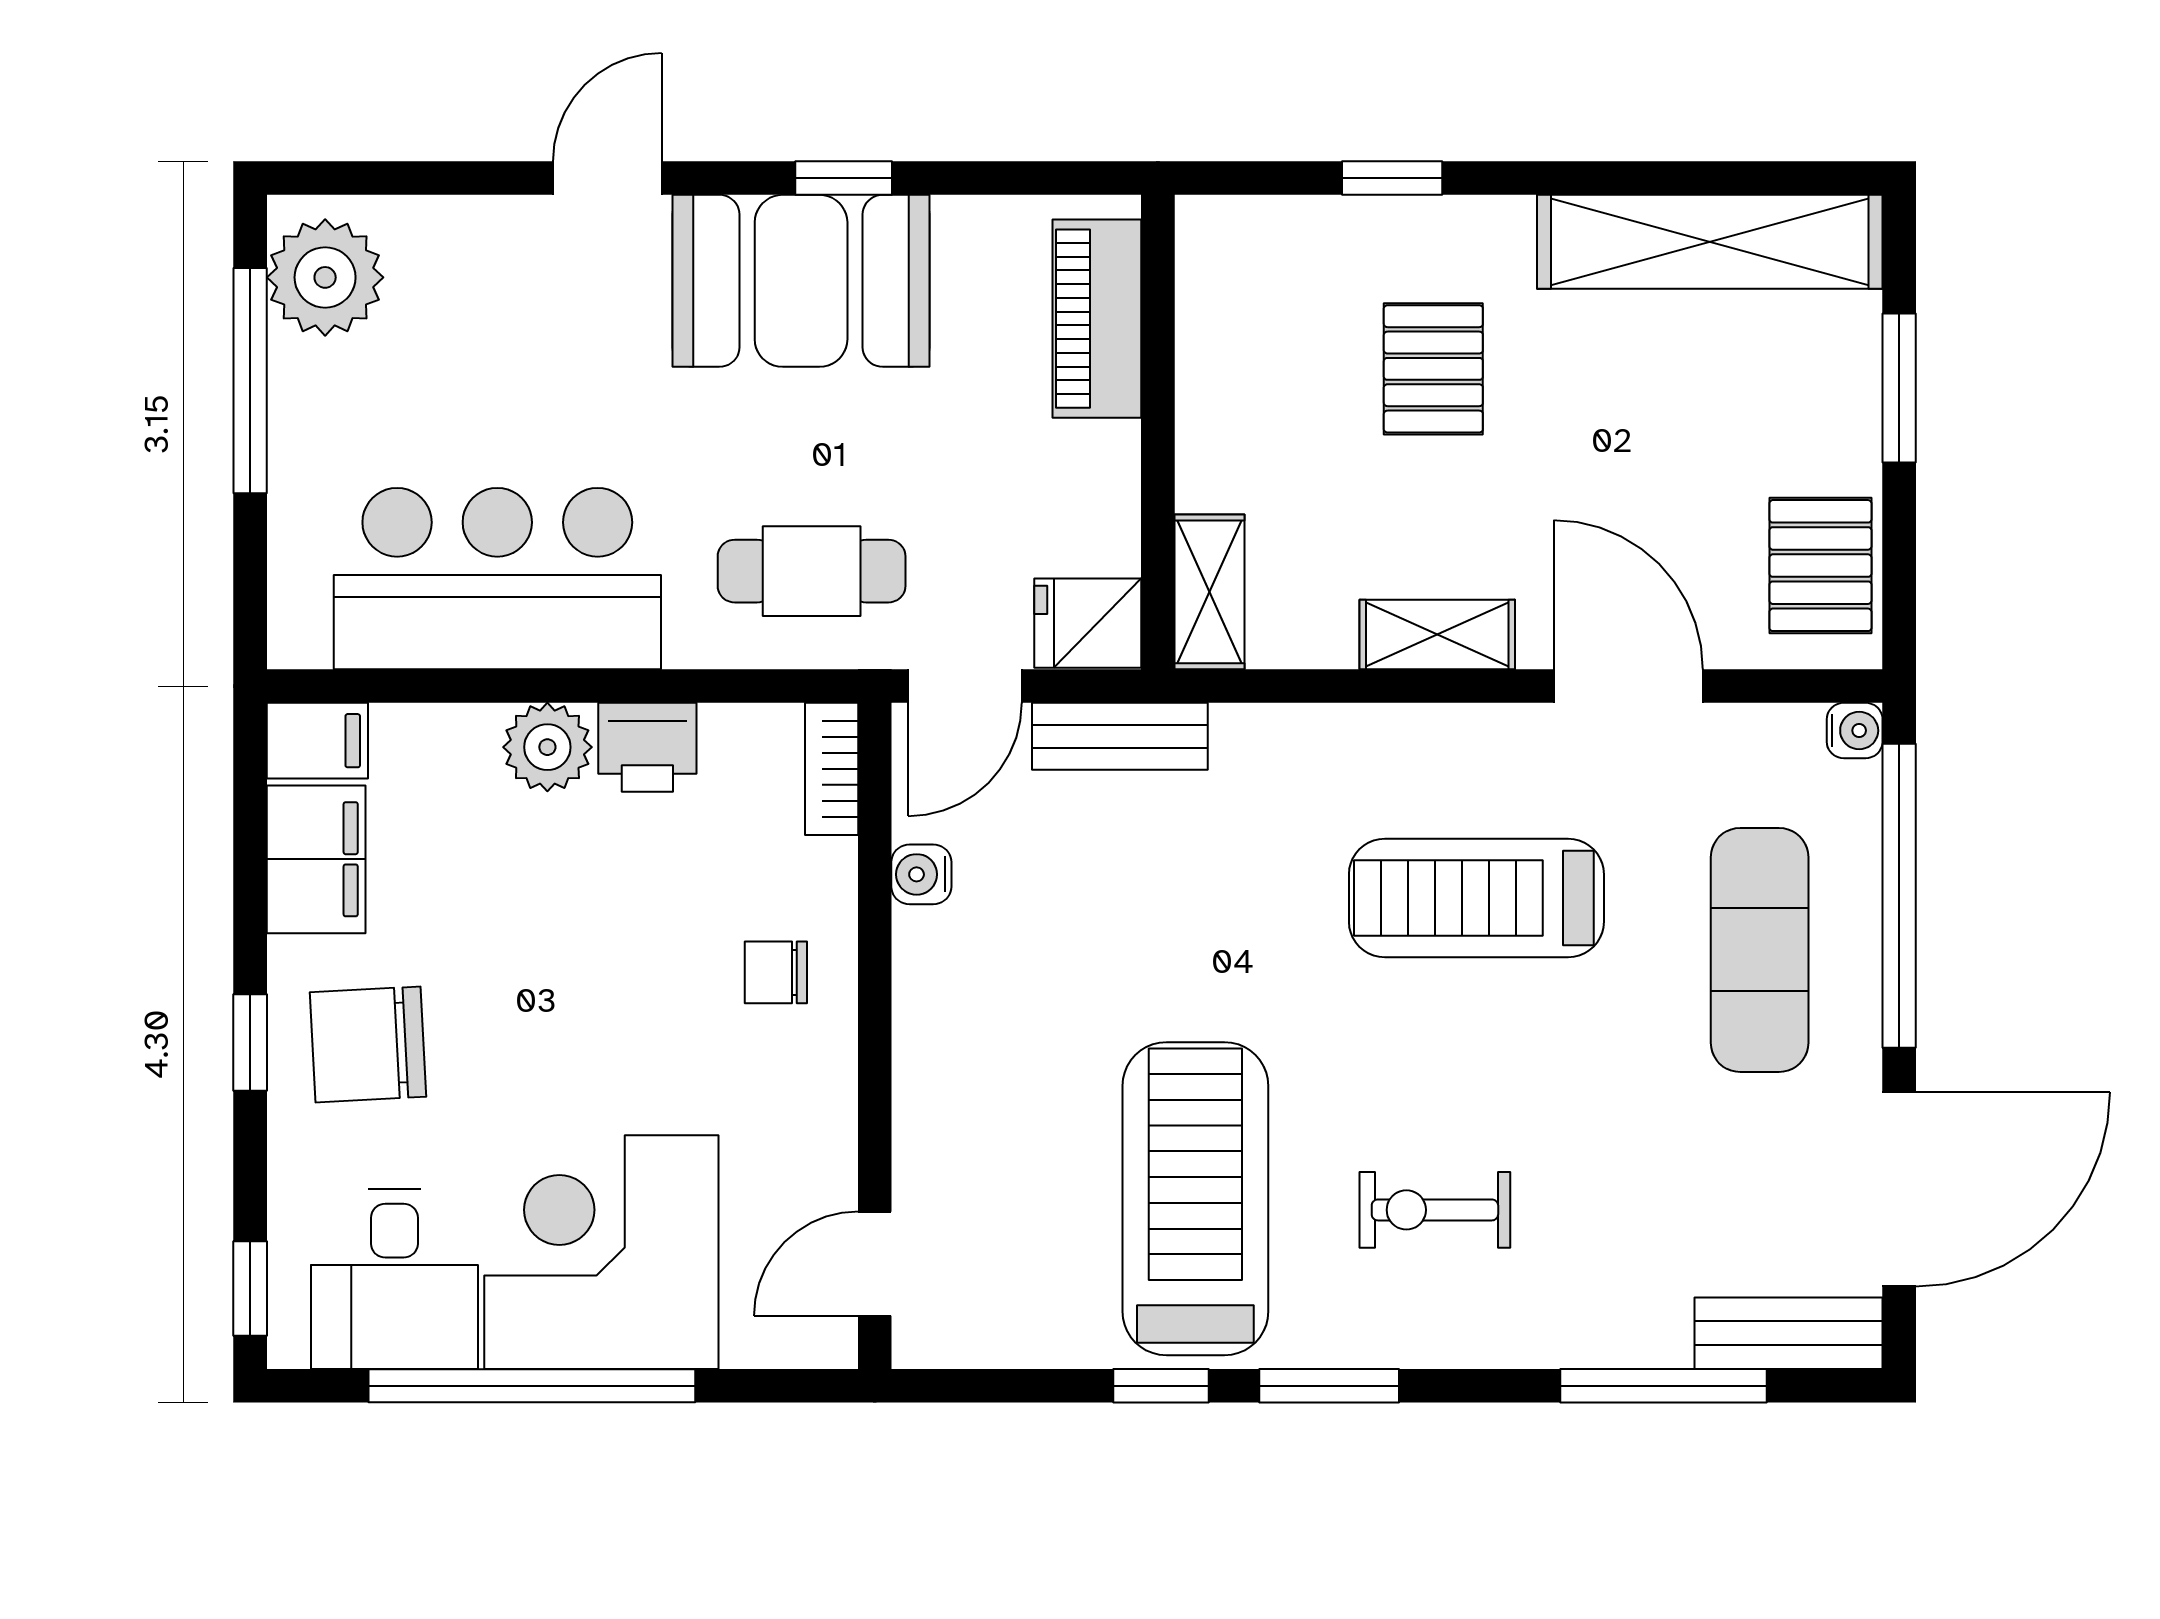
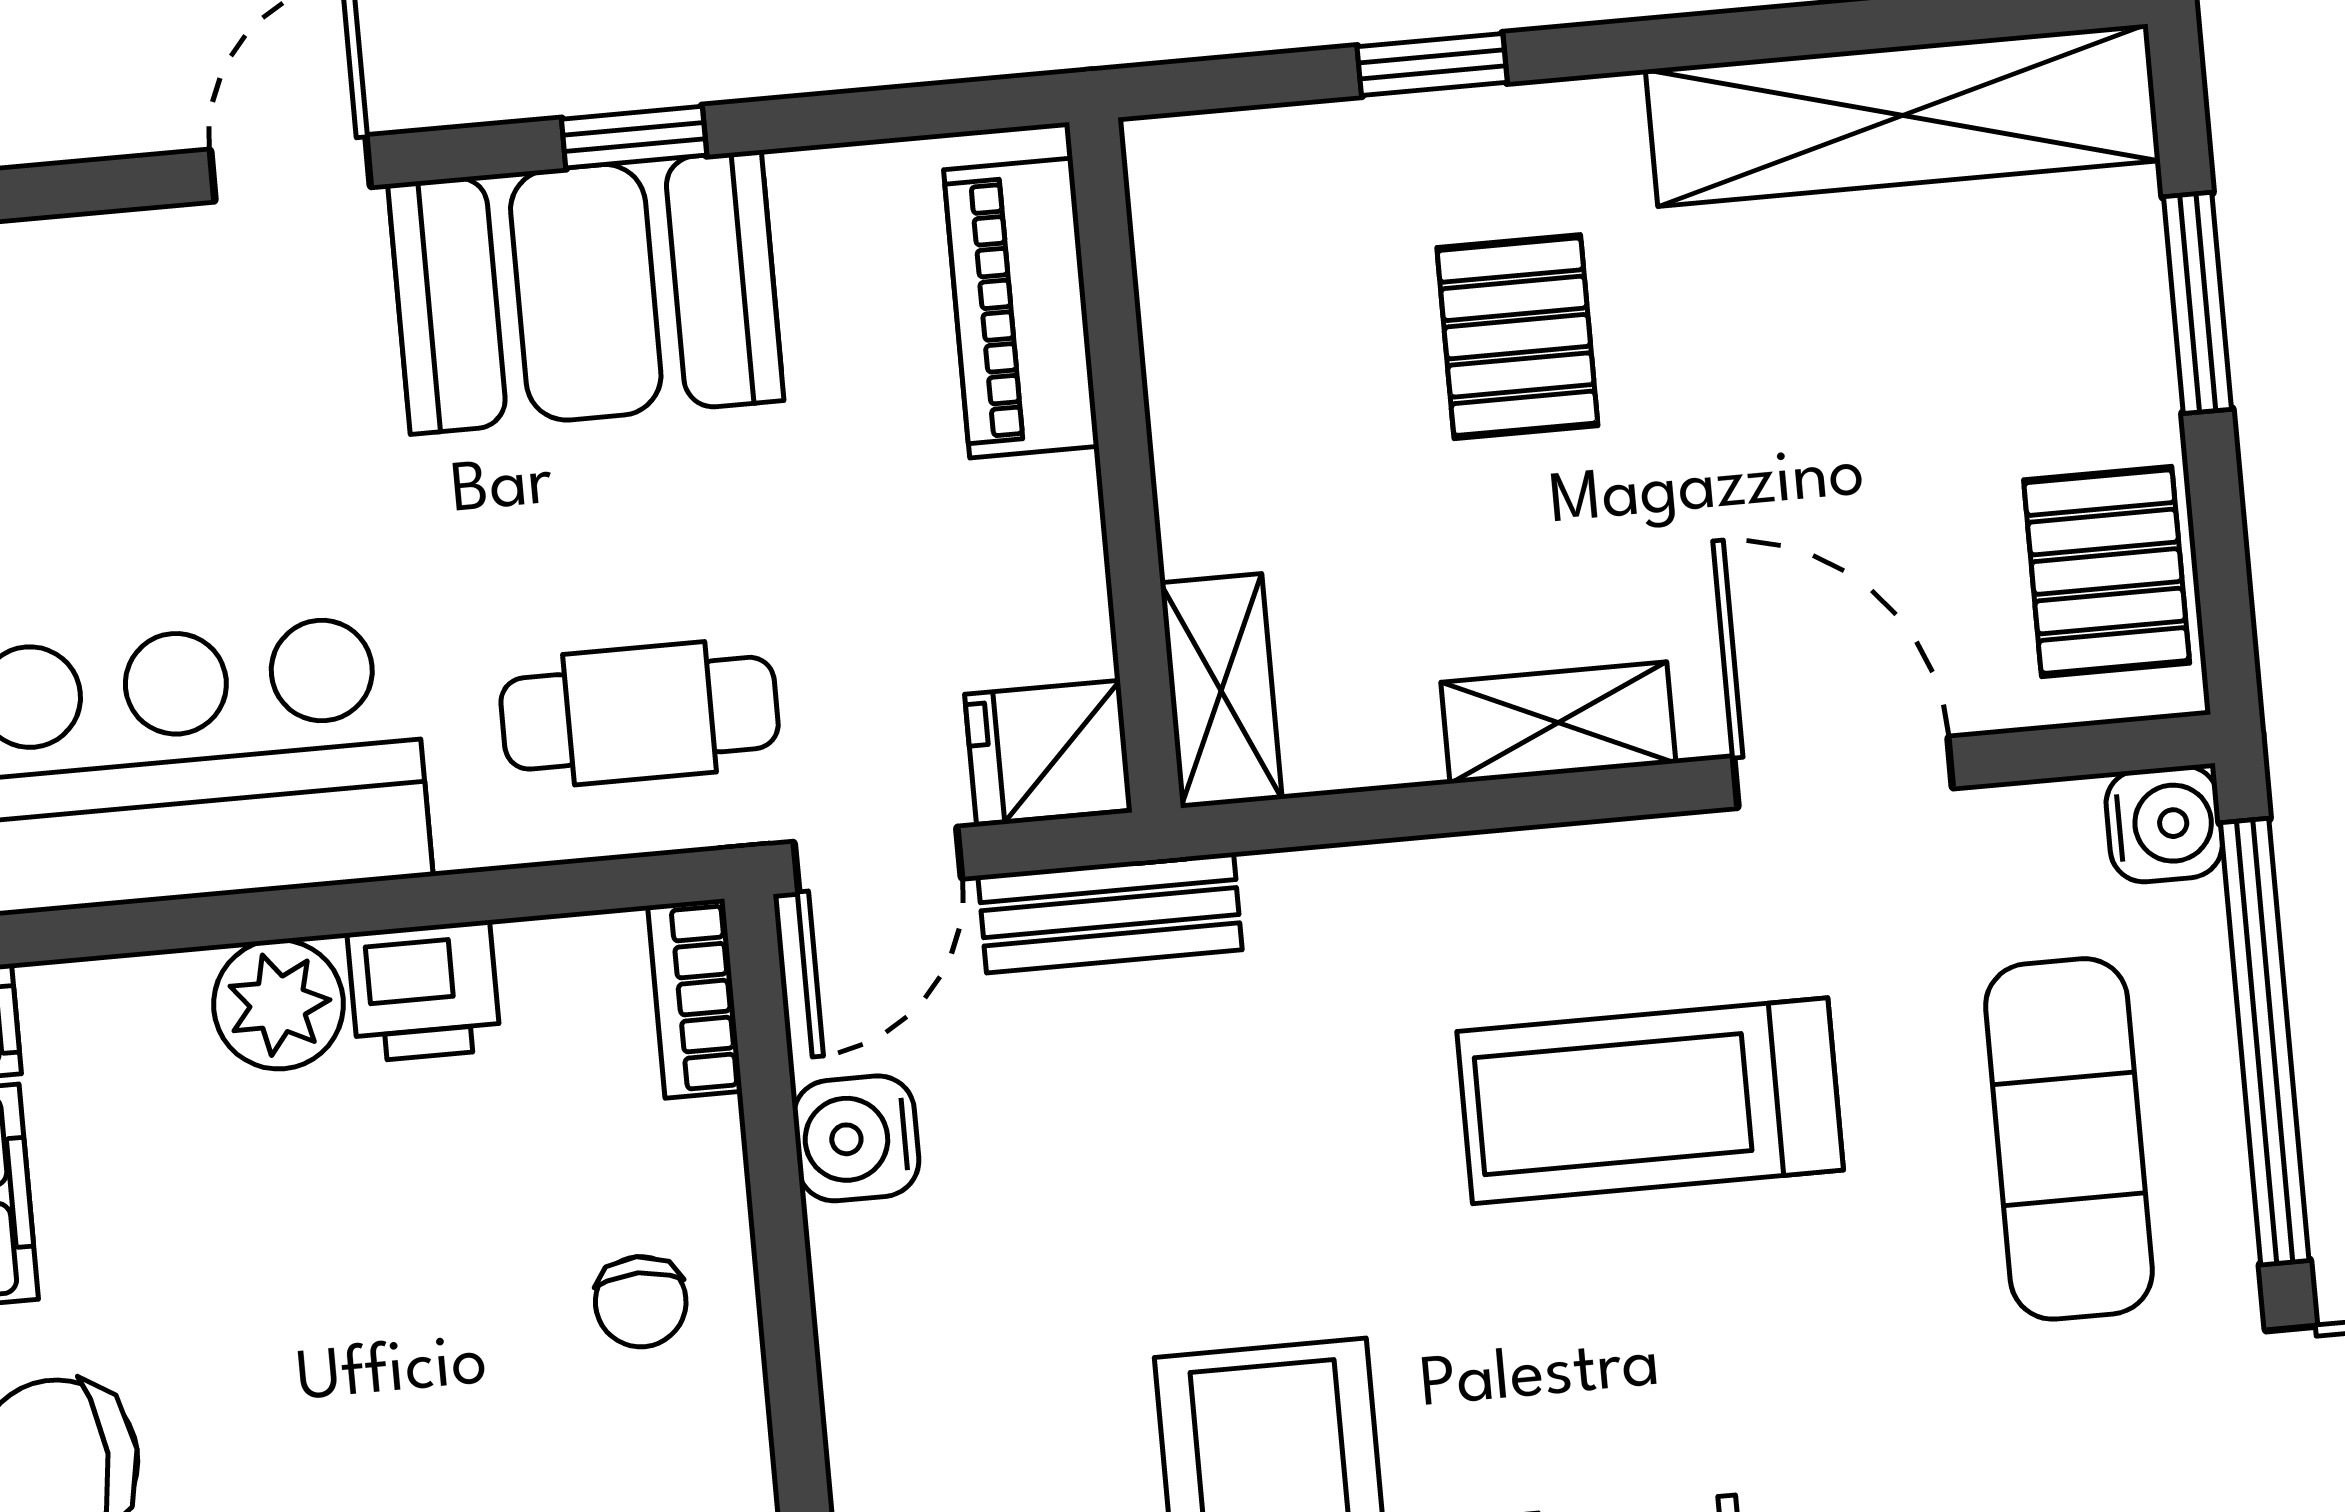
water cooler: (1855, 731) -> (2164, 824), width x1.38, depth x1.38
water cooler: (921, 874) -> (856, 1138), width x1.38, depth x1.38
chair: (776, 972) -> (641, 1302), turned -90

